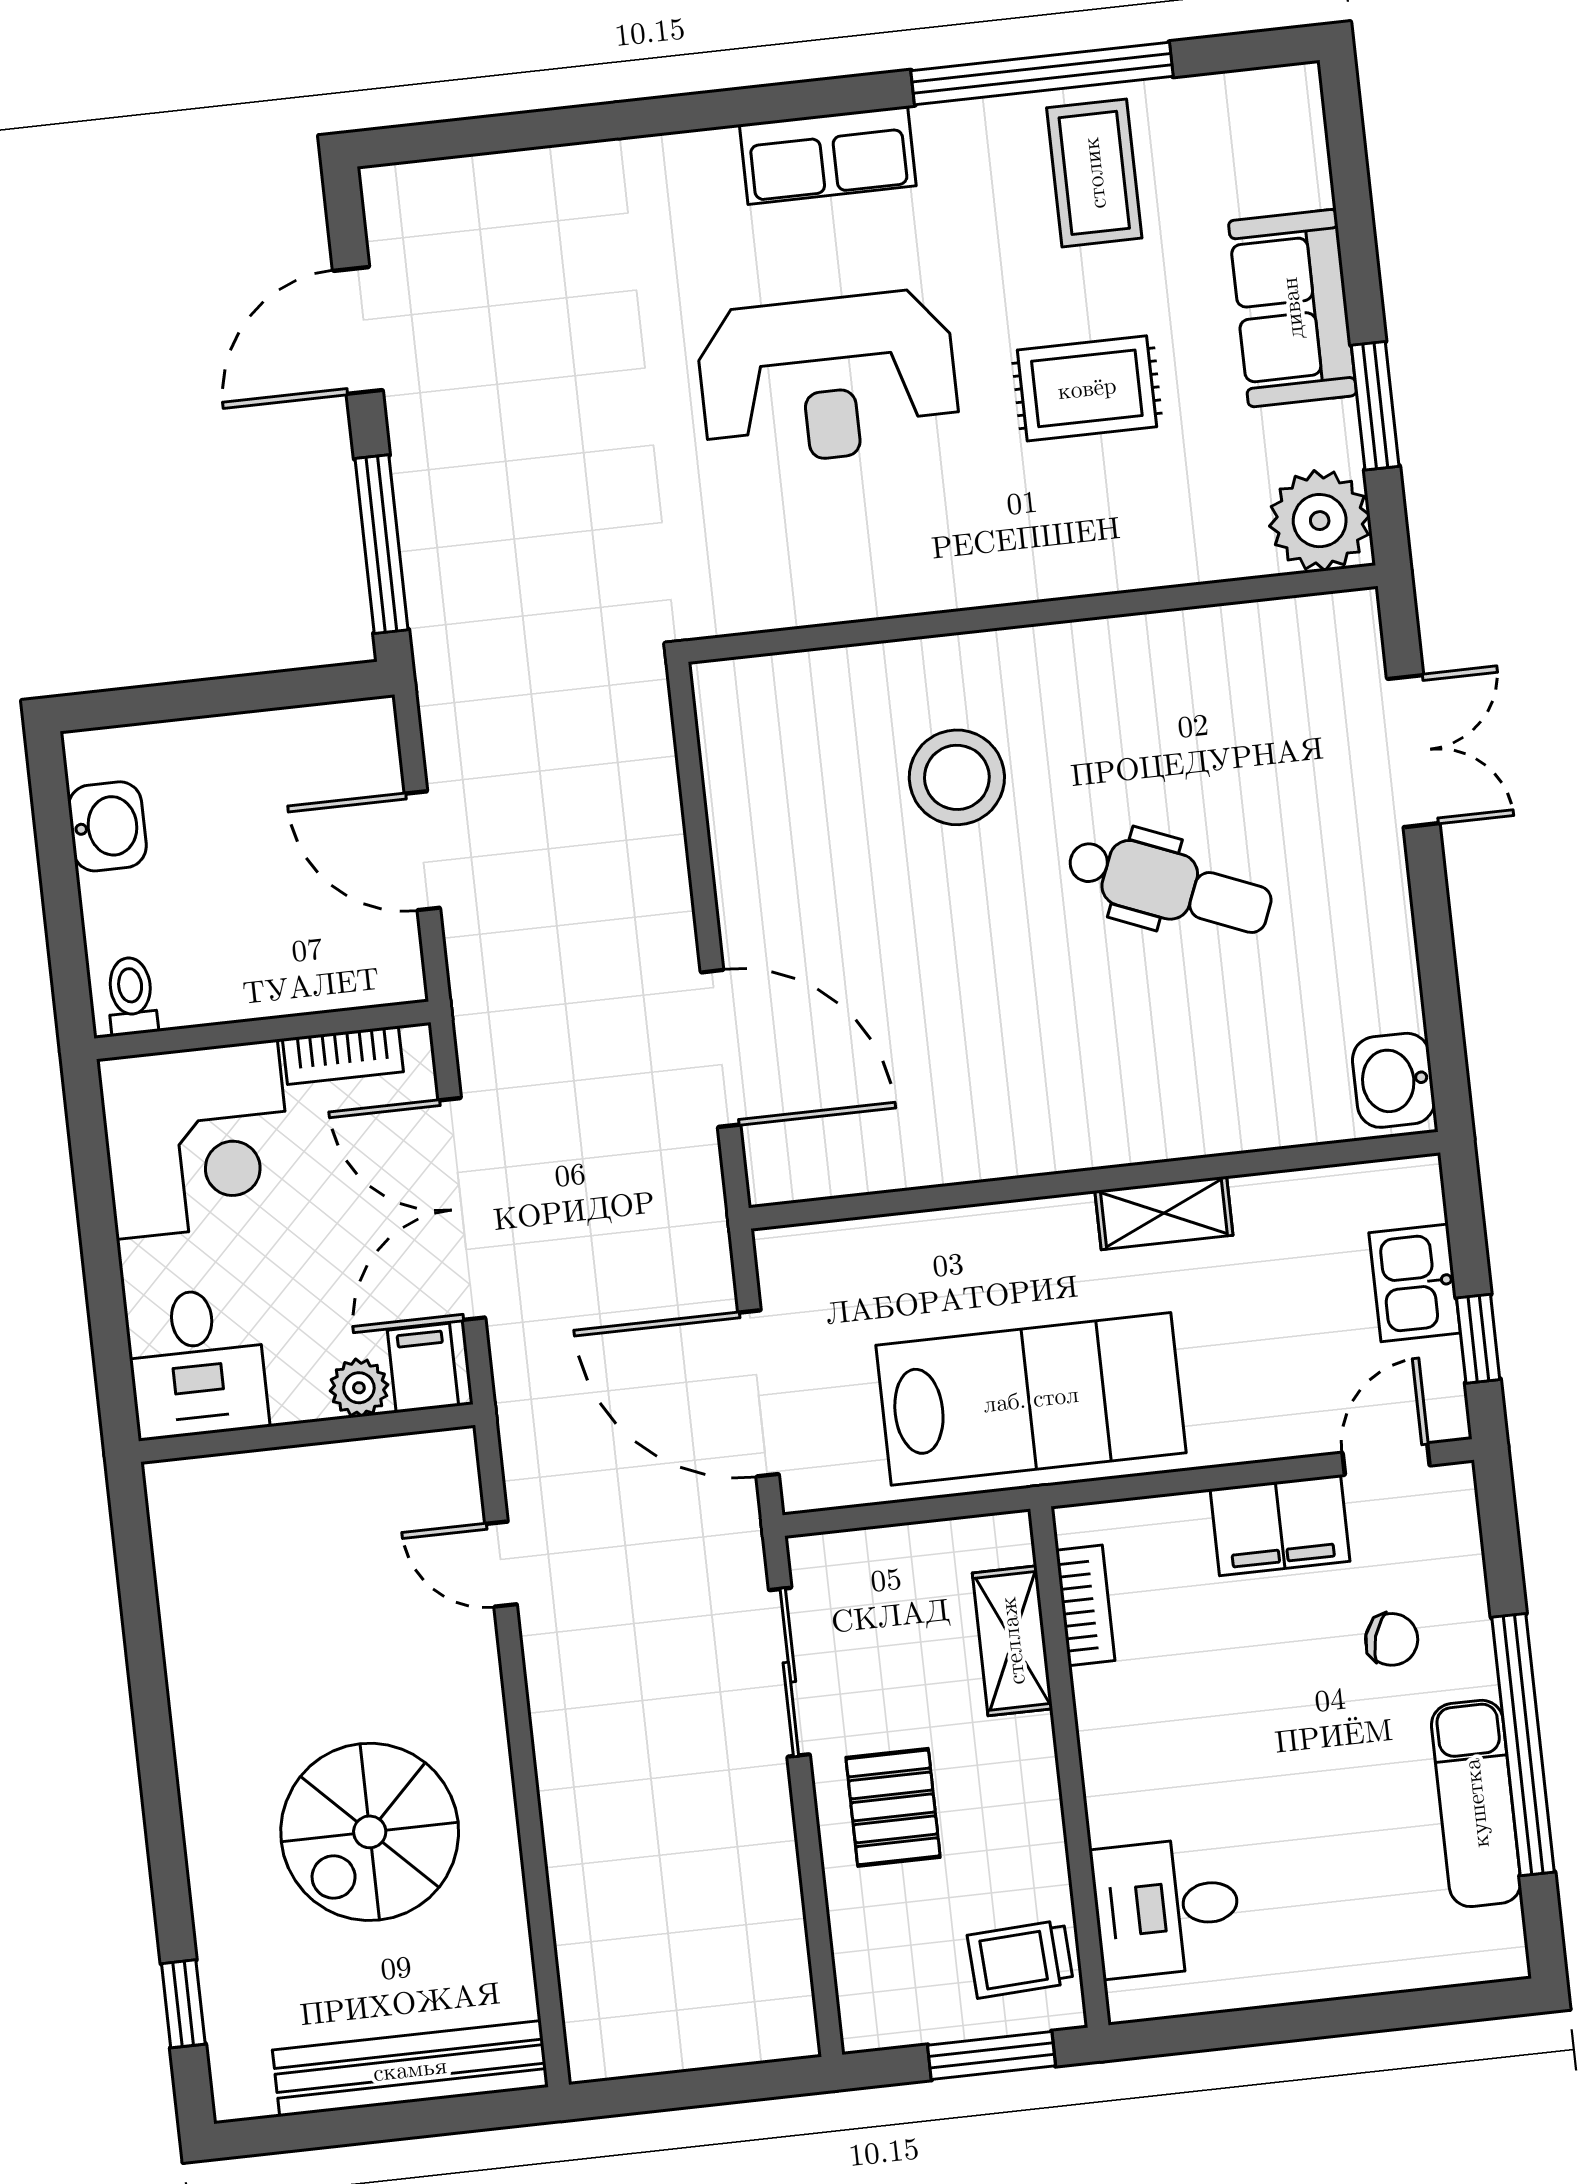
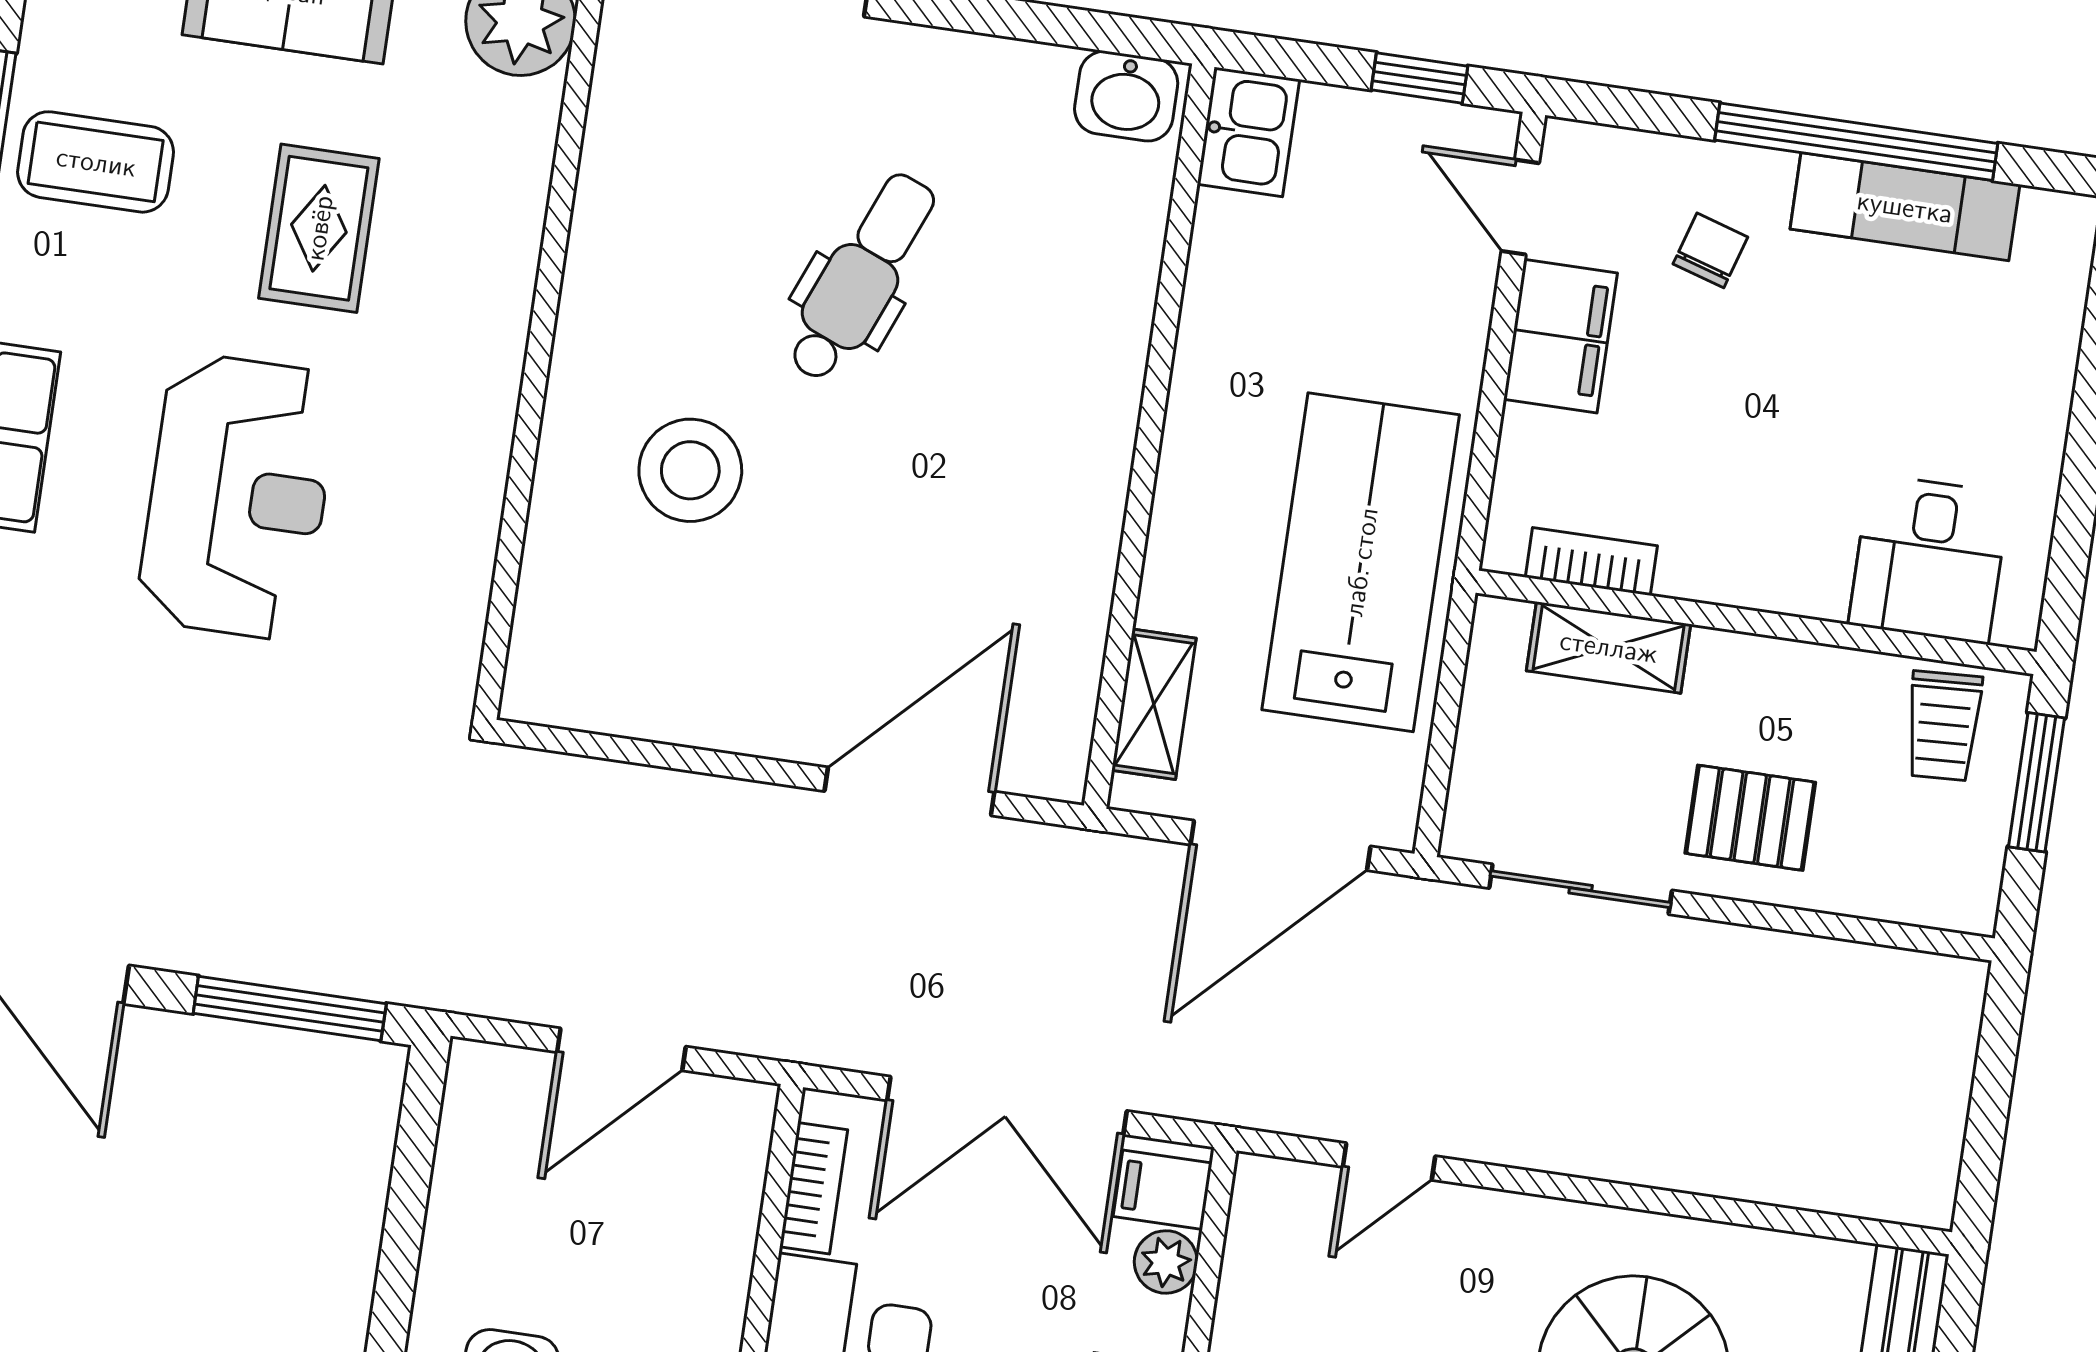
shelving: (1164, 1213) -> (1154, 704), moved
kitchen sink: (1415, 1283) -> (1248, 132), moved, turned -90

